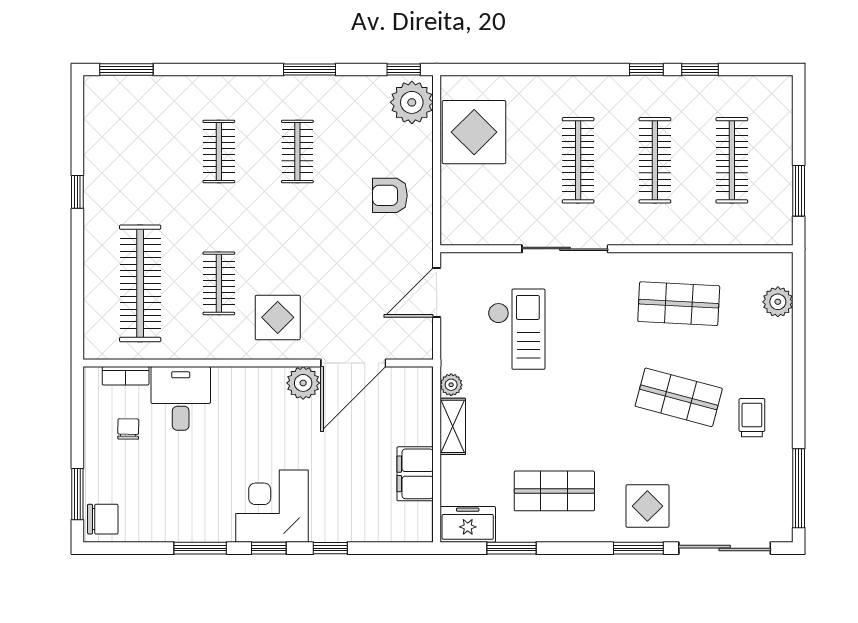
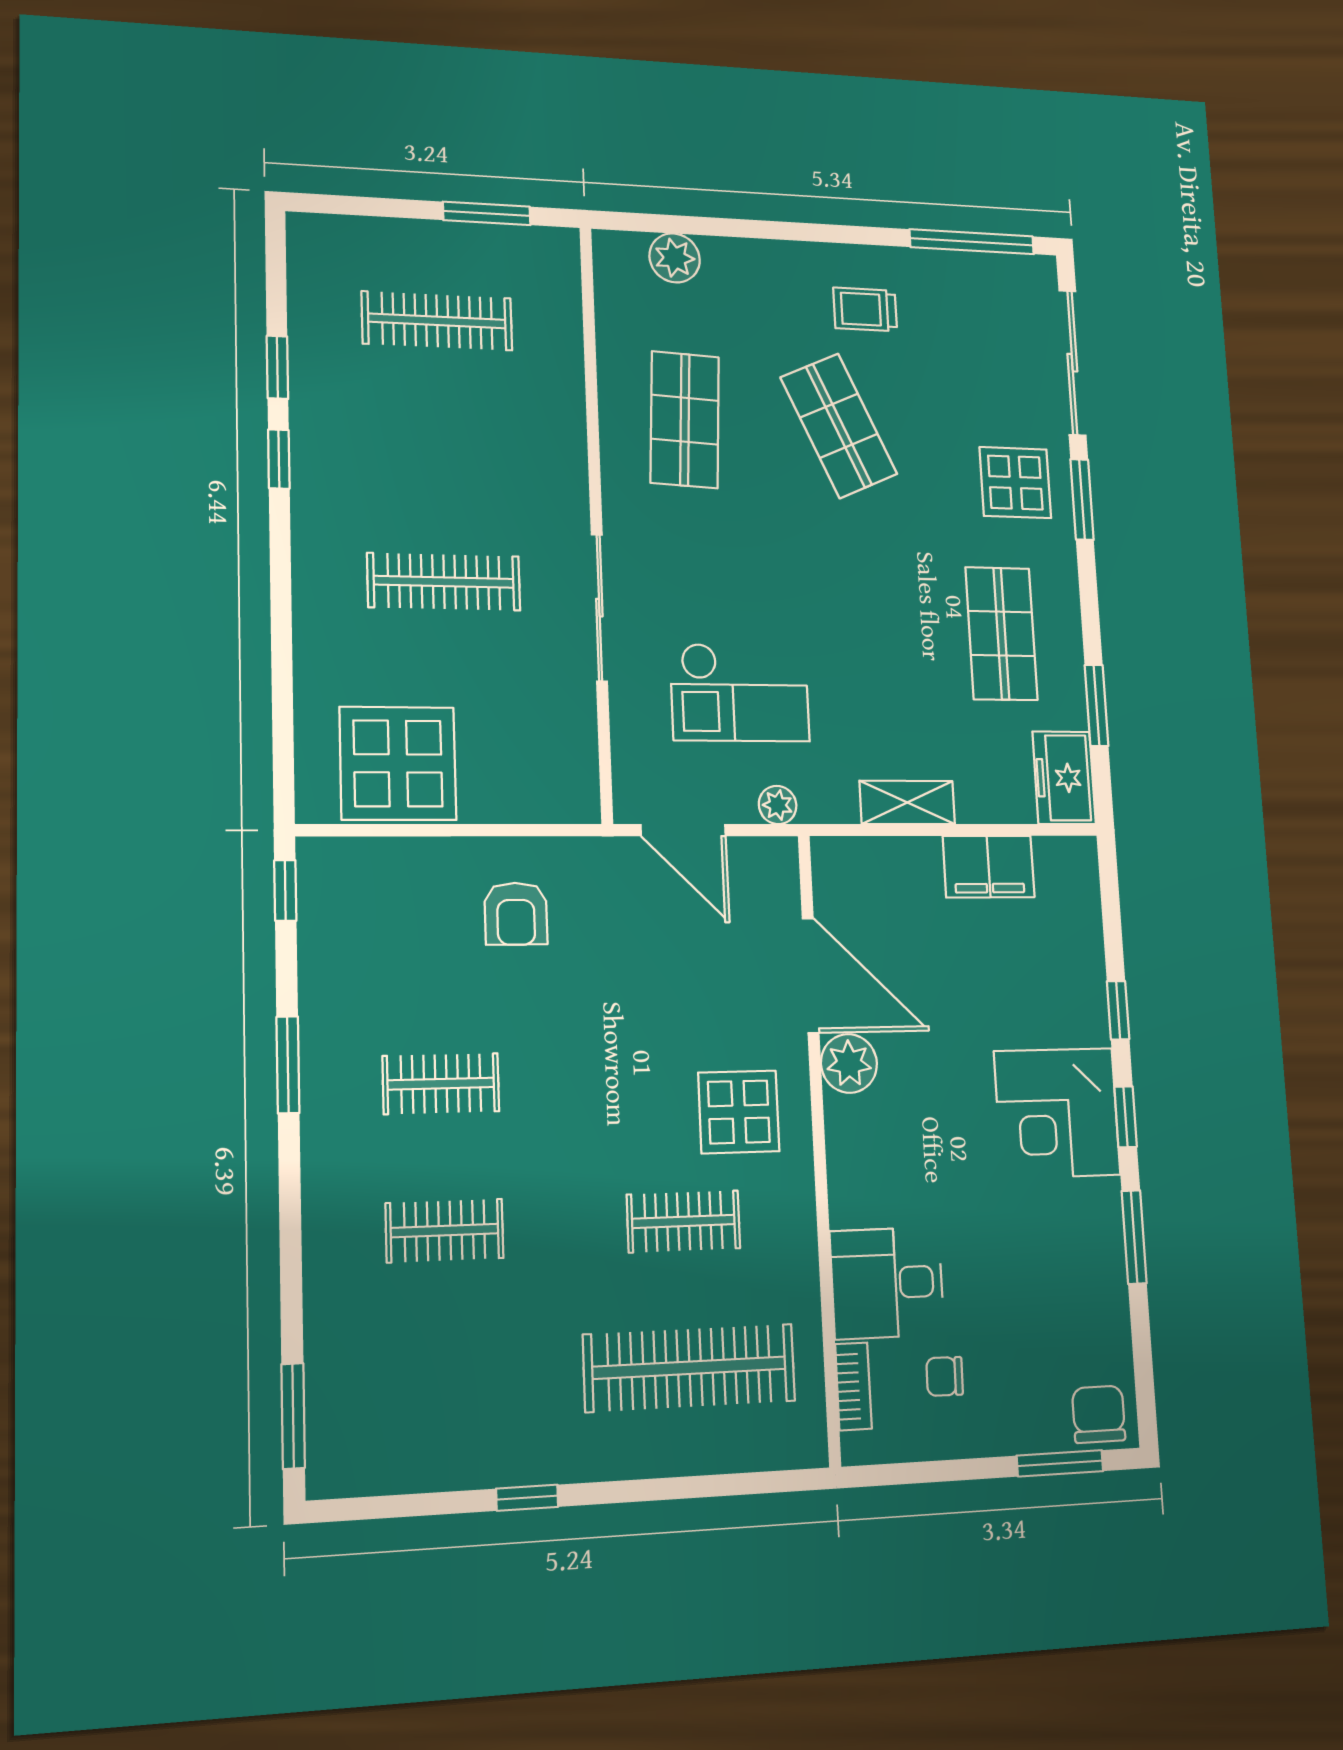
plant: (412, 102) -> (346, 875), removed
clothes rail: (655, 160) -> (441, 450), removed
checkout: (517, 329) -> (740, 693), turned 180
plant: (451, 385) -> (778, 805), moved
shop shelf: (679, 397) -> (839, 426), turned -39

